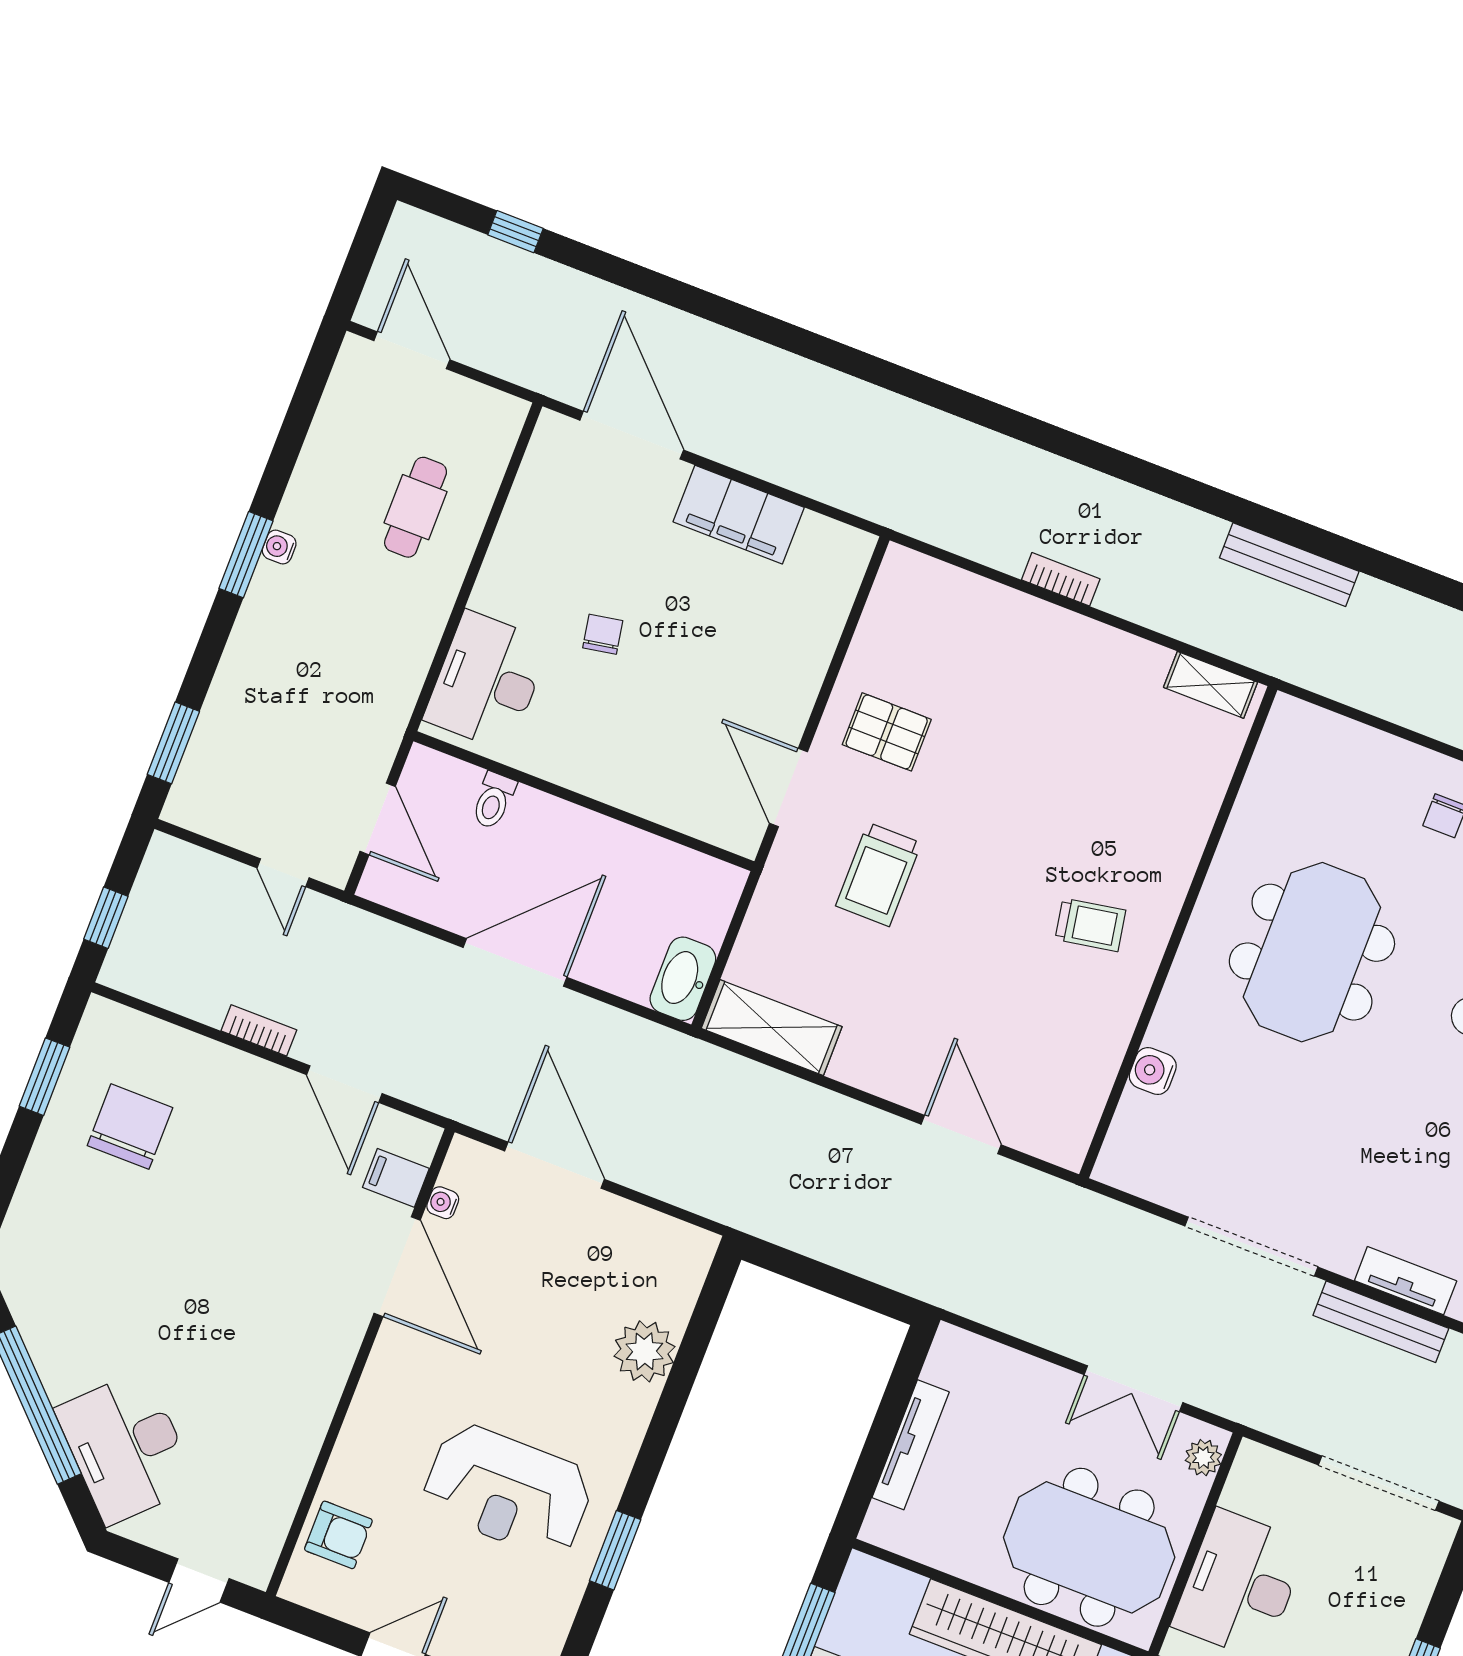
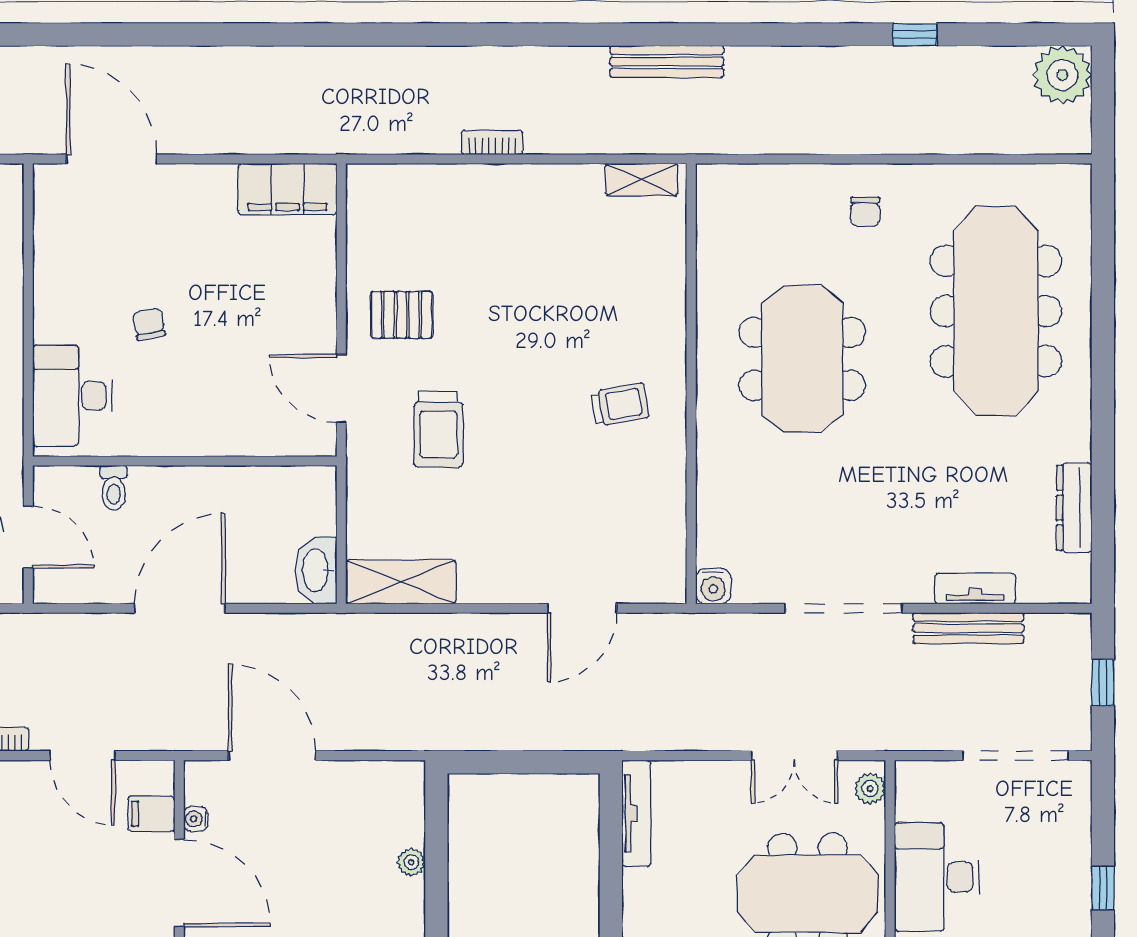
filing cabinet: (739, 515) -> (288, 189), moved
water cooler: (1153, 1071) -> (713, 586), moved, turned -90
door: (961, 1134) -> (582, 608), swing flipped
plant: (644, 1351) -> (411, 862), width x0.53, depth x0.53
tv unit: (911, 1445) -> (636, 813), moved

